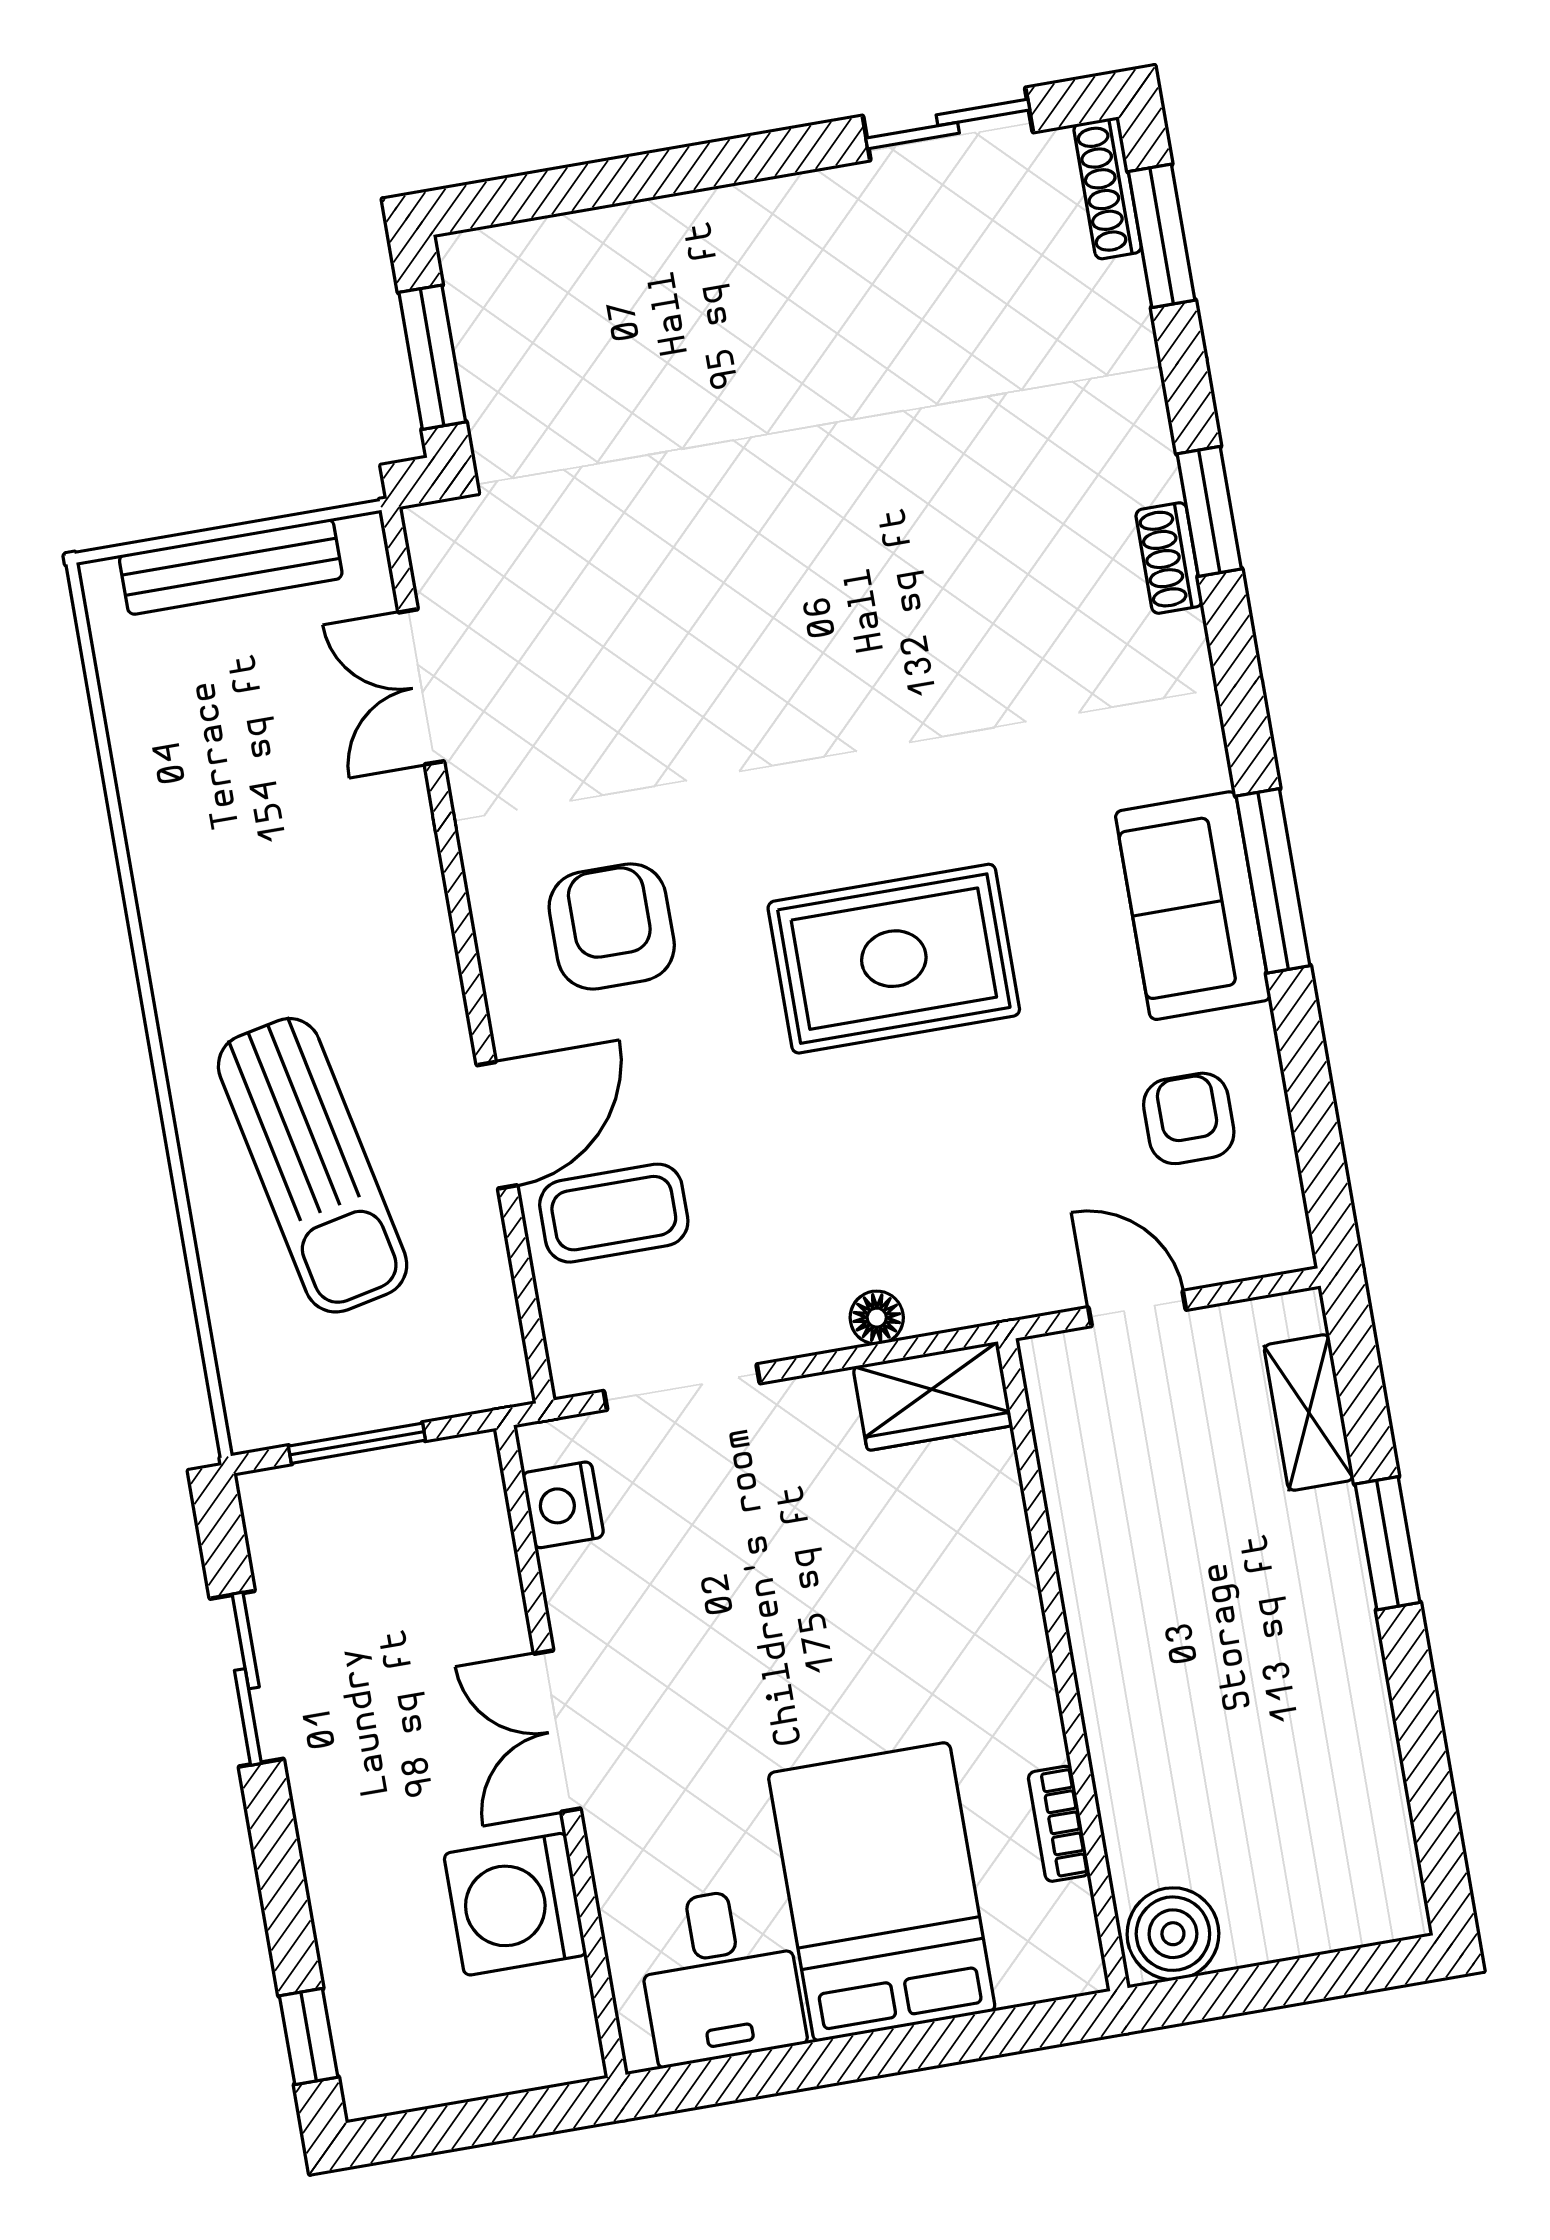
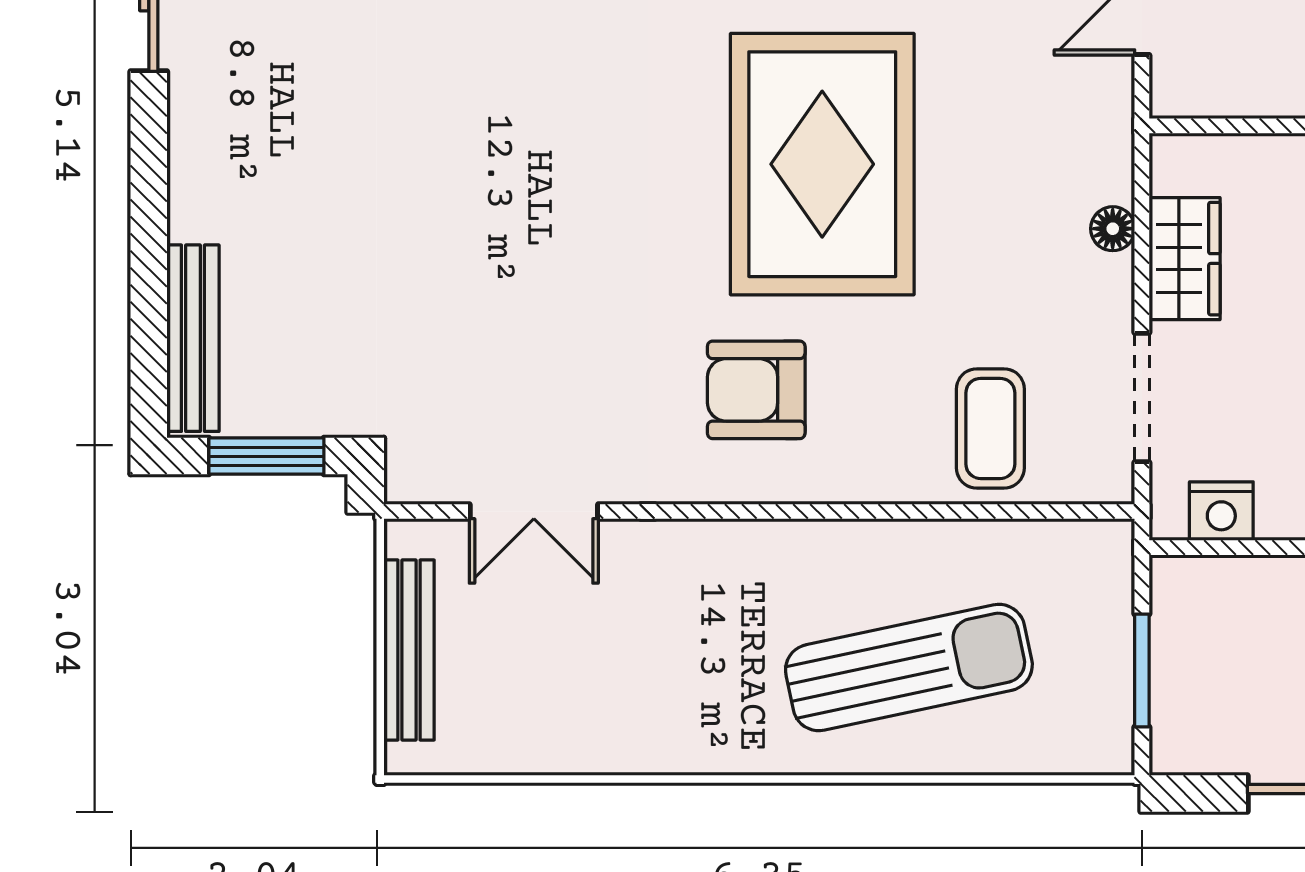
bench: (557, 246) -> (193, 338), added
rug: (894, 959) -> (822, 164), width x1.37, depth x1.44
door: (497, 1125) -> (902, 512), removed
wardrobe: (933, 1396) -> (1185, 259), moved

